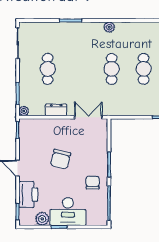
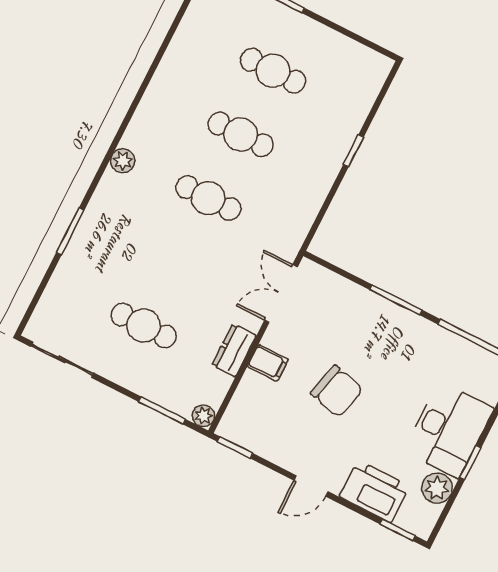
filing cabinet: (58, 126) -> (268, 363), added
chair: (93, 183) -> (416, 351), removed

